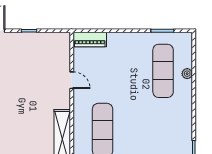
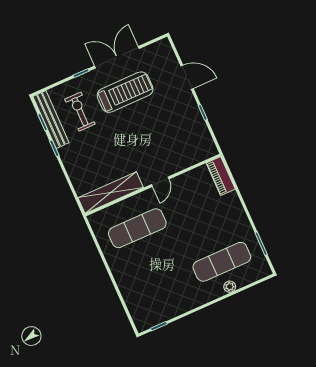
door: (72, 80) -> (160, 182), moved

